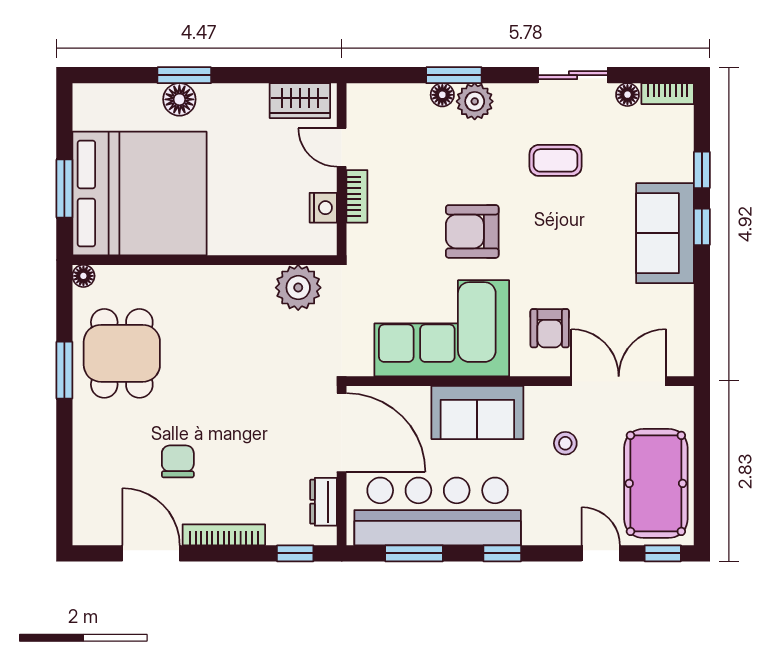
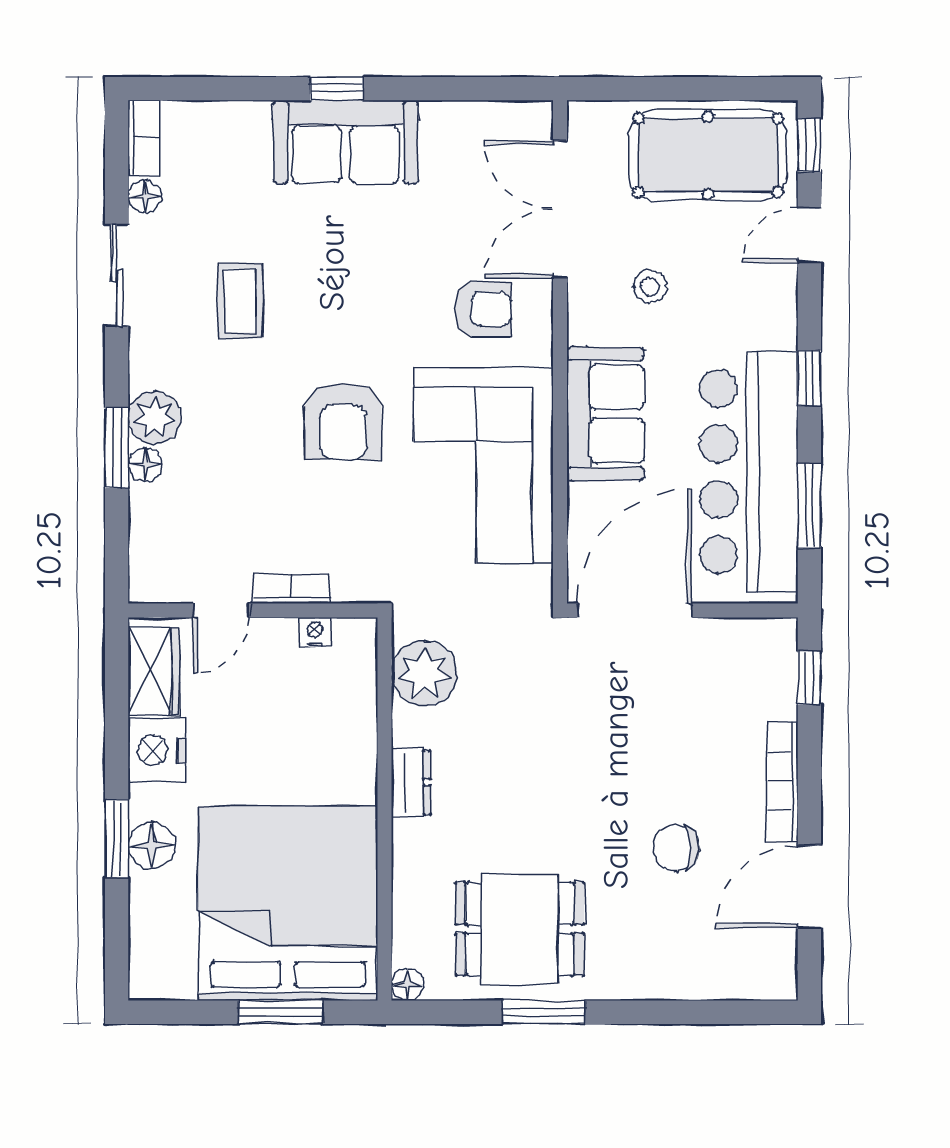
nightstand: (245, 103) -> (157, 750), added
window: (702, 170) -> (254, 89), removed
nightstand: (323, 208) -> (315, 632), width x0.72, depth x0.74
dresser: (323, 502) -> (411, 782), moved, turned -90

